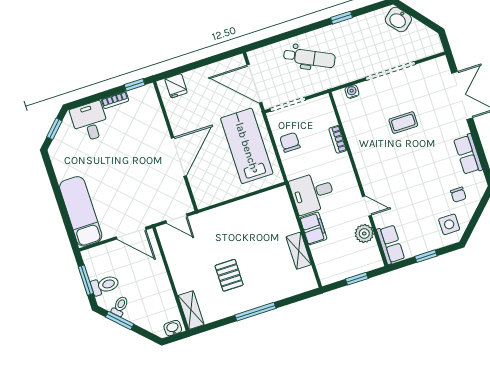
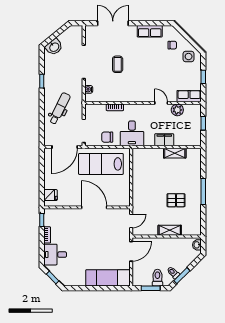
desk: (312, 193) -> (132, 133), moved
door: (367, 206) -> (161, 103), hinge flipped
shelving: (191, 310) -> (170, 230), moved

